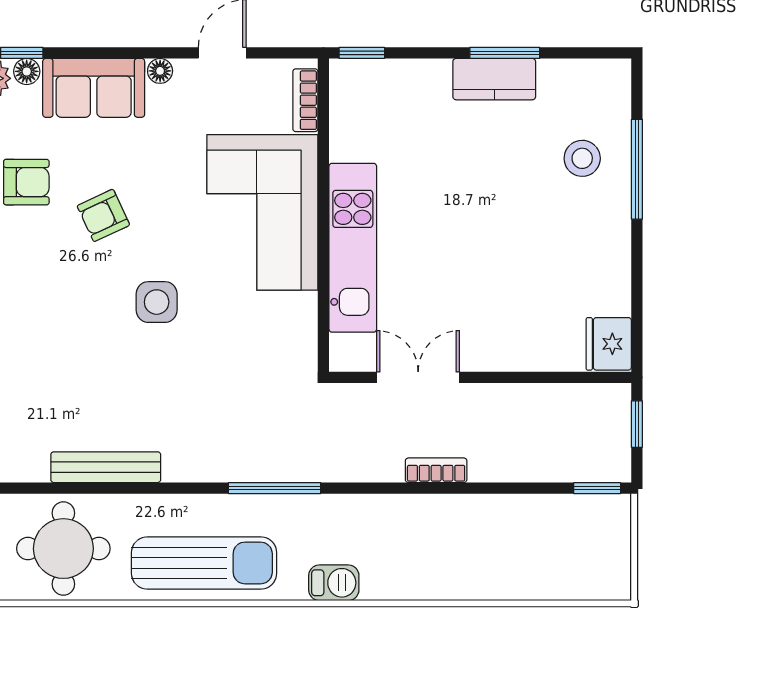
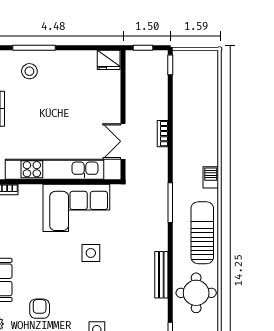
corner sofa: (262, 212) -> (76, 208), moved
armchair: (103, 215) -> (54, 276), removed
kitchen unit: (353, 248) -> (54, 169), width x1.36

